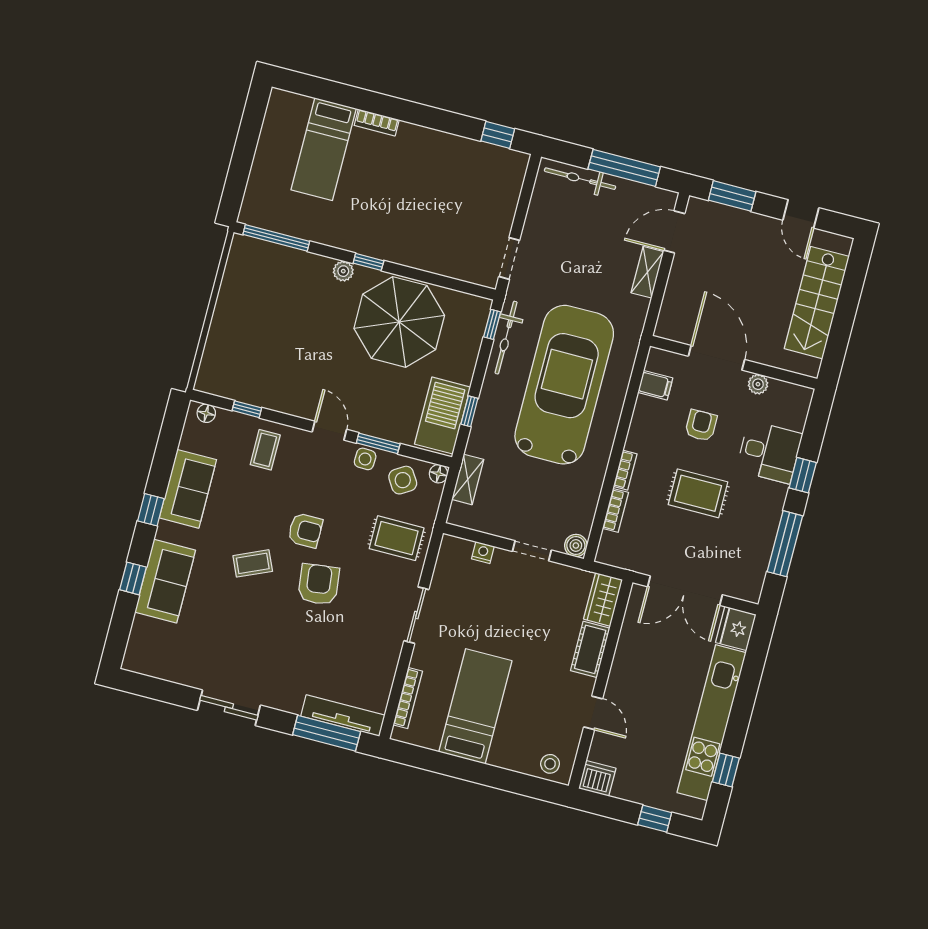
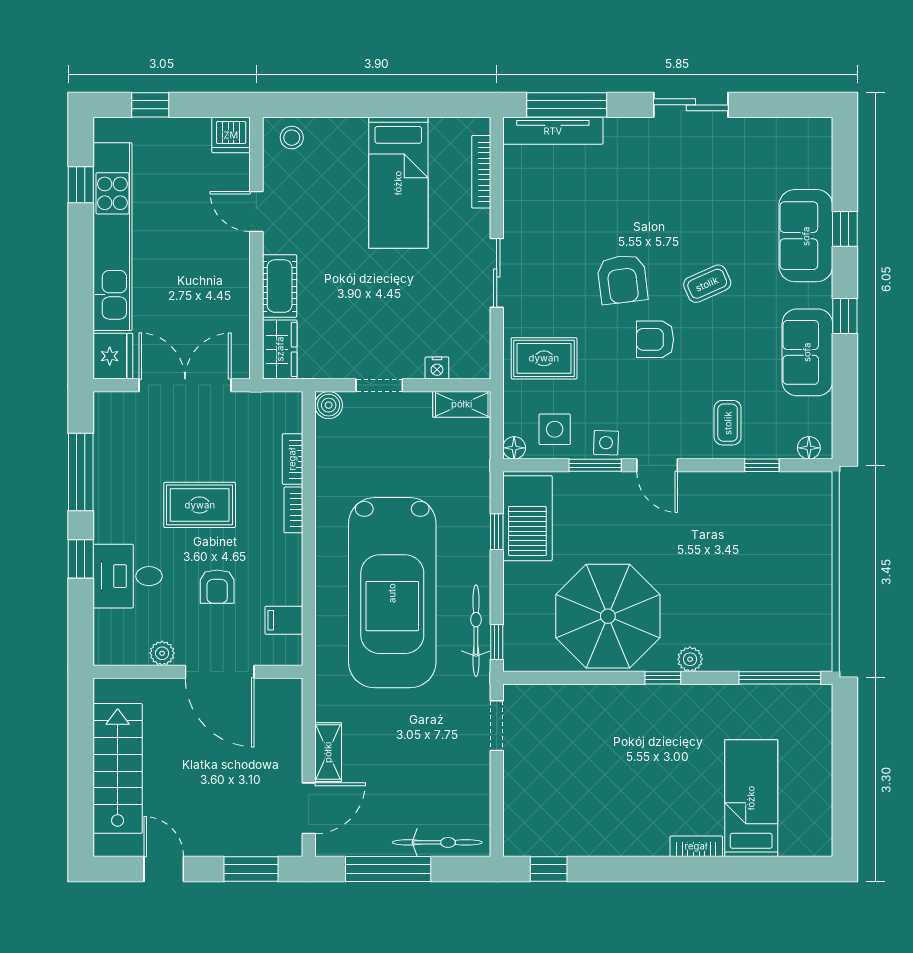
shelving: (468, 479) -> (462, 404), moved, turned 90
side table: (403, 480) -> (555, 429), turned 32

